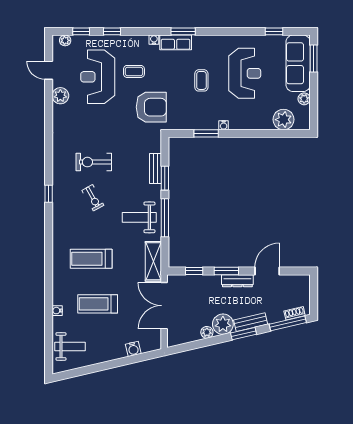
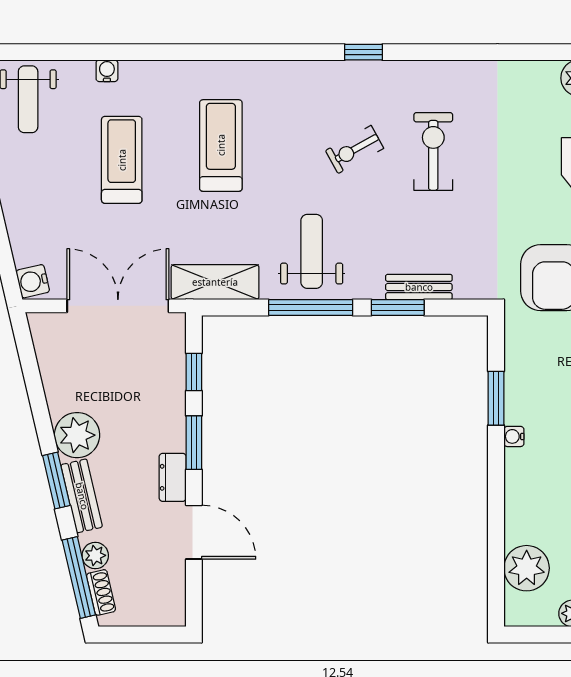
dresser: (237, 281) -> (173, 477), width x0.70
plant: (207, 332) -> (95, 556), moved
water cooler: (133, 349) -> (33, 281), moved

